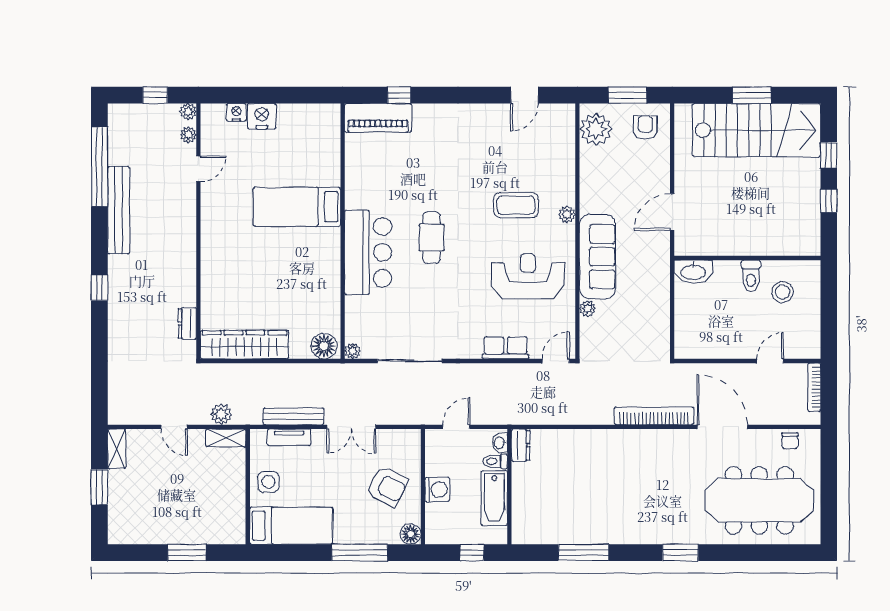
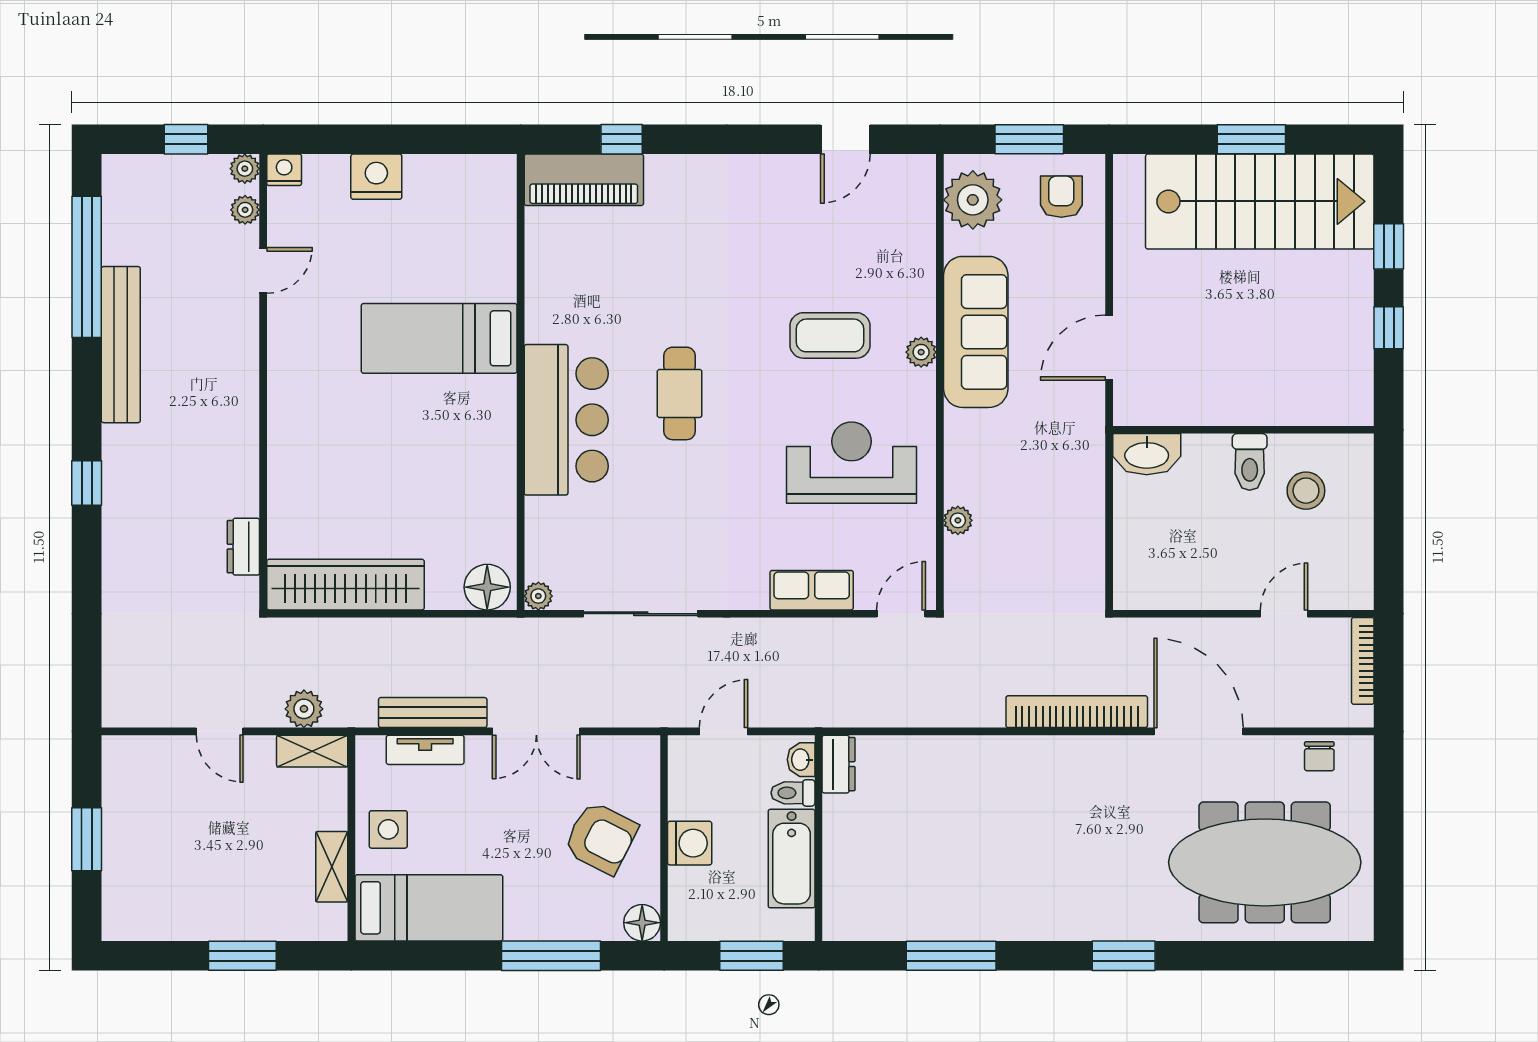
nightstand: (236, 112) -> (284, 170), moved
sofa: (598, 257) -> (976, 332), moved
shelving: (117, 449) -> (332, 867), moved
window: (472, 553) -> (752, 956), width x1.50

